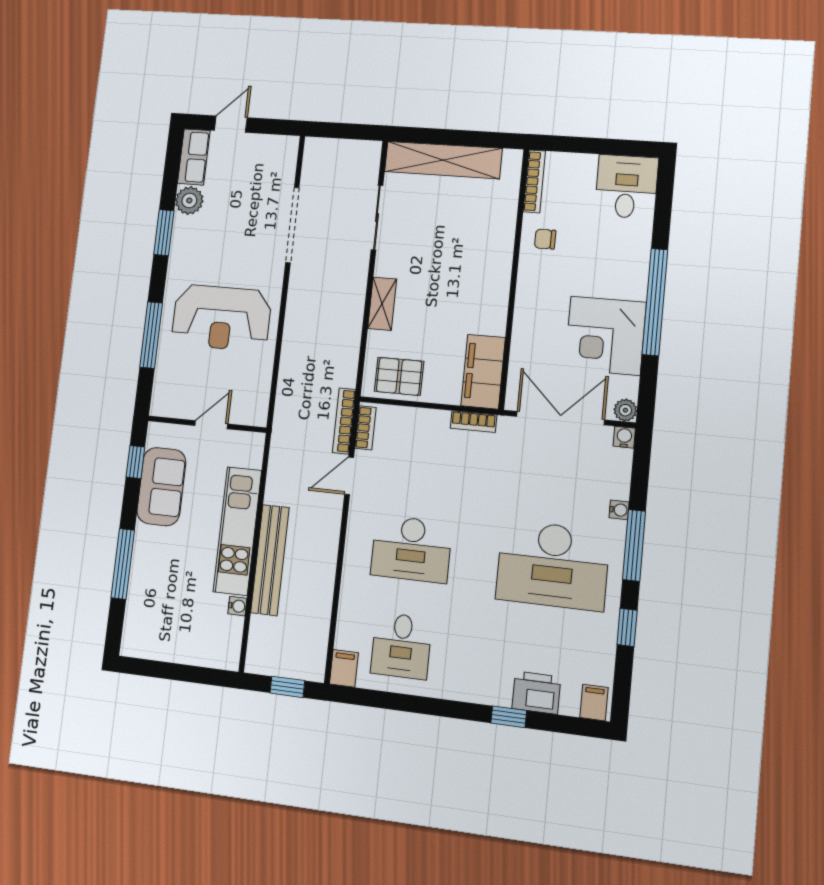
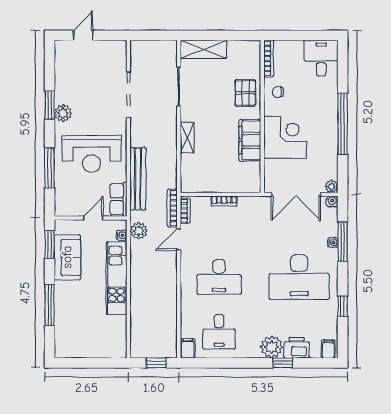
row of seats: (194, 157) -> (119, 199), moved, turned 180
shelving: (443, 160) -> (203, 49), width x0.68
plant: (189, 201) -> (63, 113), moved
corner desk: (605, 336) -> (285, 137), moved, turned 180
filing cabinet: (483, 372) -> (250, 140), moved
pallet: (399, 376) -> (245, 93), moved, turned 90
double door: (560, 418) -> (296, 194), swing flipped
bookcase: (473, 422) -> (224, 201), moved
plant: (283, 454) -> (139, 231), added
window: (135, 462) -> (50, 245), width x1.50
window: (634, 545) -> (343, 242), moved
bench: (270, 560) -> (138, 179), moved
water cooler: (237, 606) -> (122, 235), moved
plant: (491, 685) -> (272, 347), added

